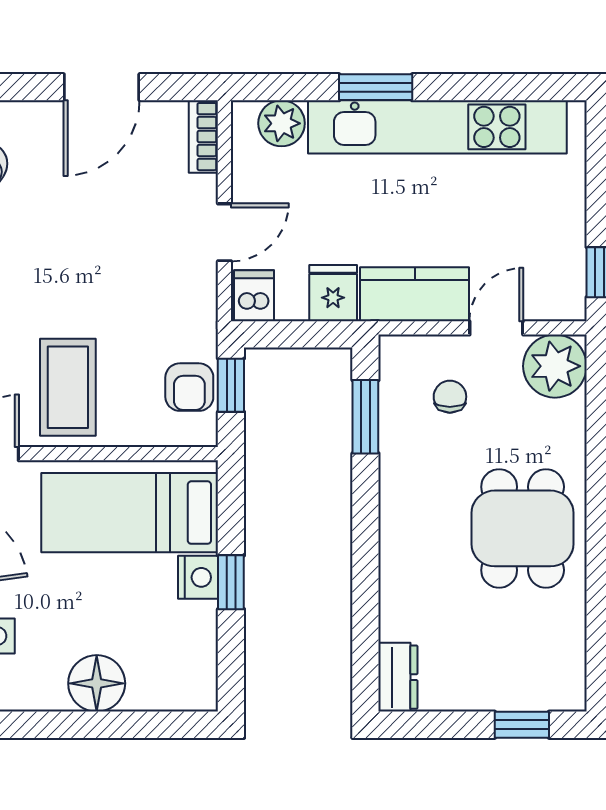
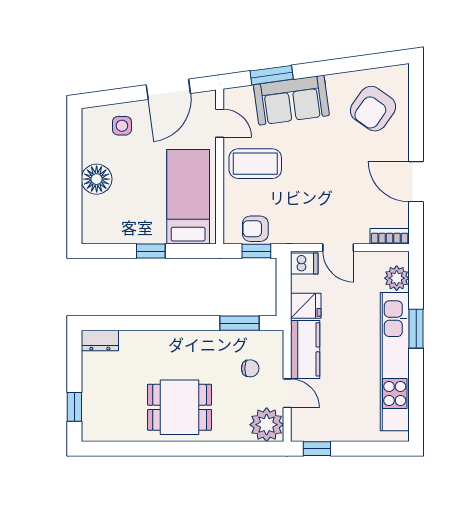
nightstand: (198, 577) -> (153, 233), removed

